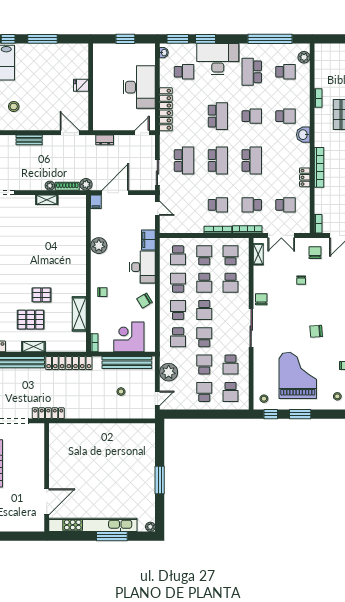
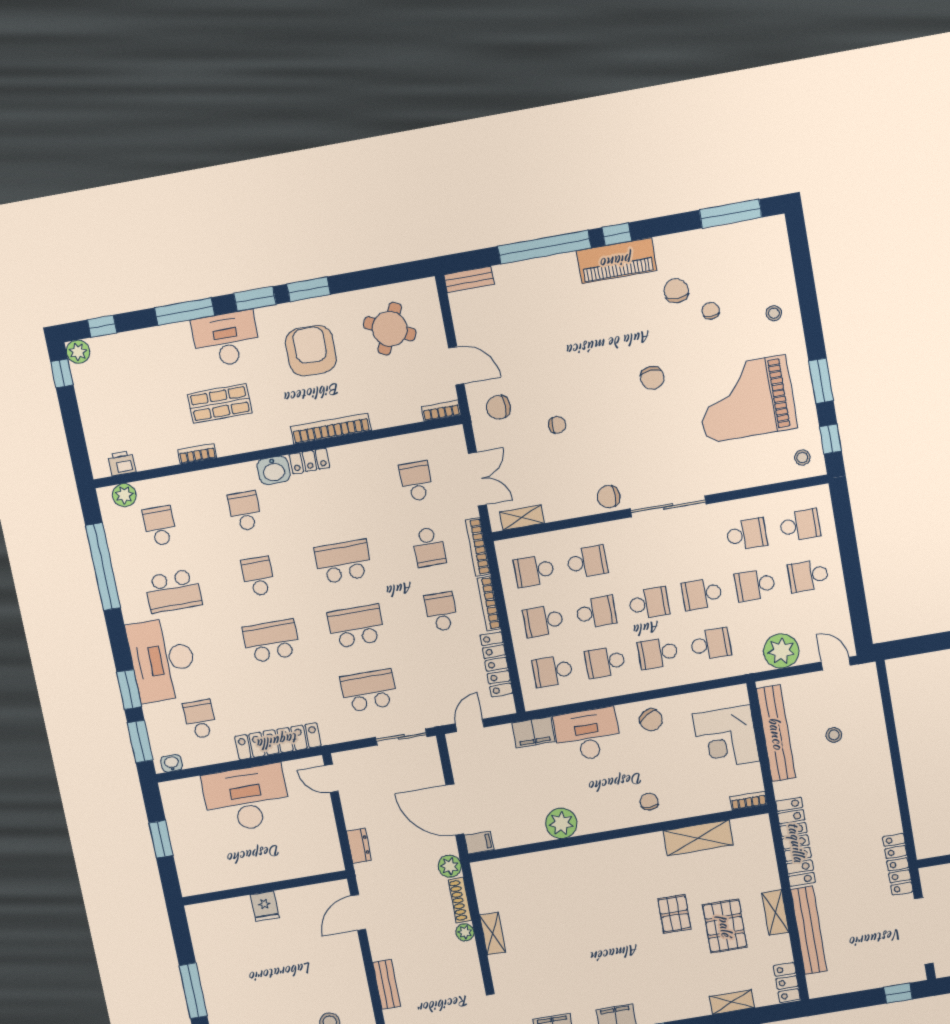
printer: (320, 59) -> (122, 463), added
locker: (305, 177) -> (309, 461), moved
locker: (186, 228) -> (496, 664), added
school desk: (178, 255) -> (553, 671), turned 180

